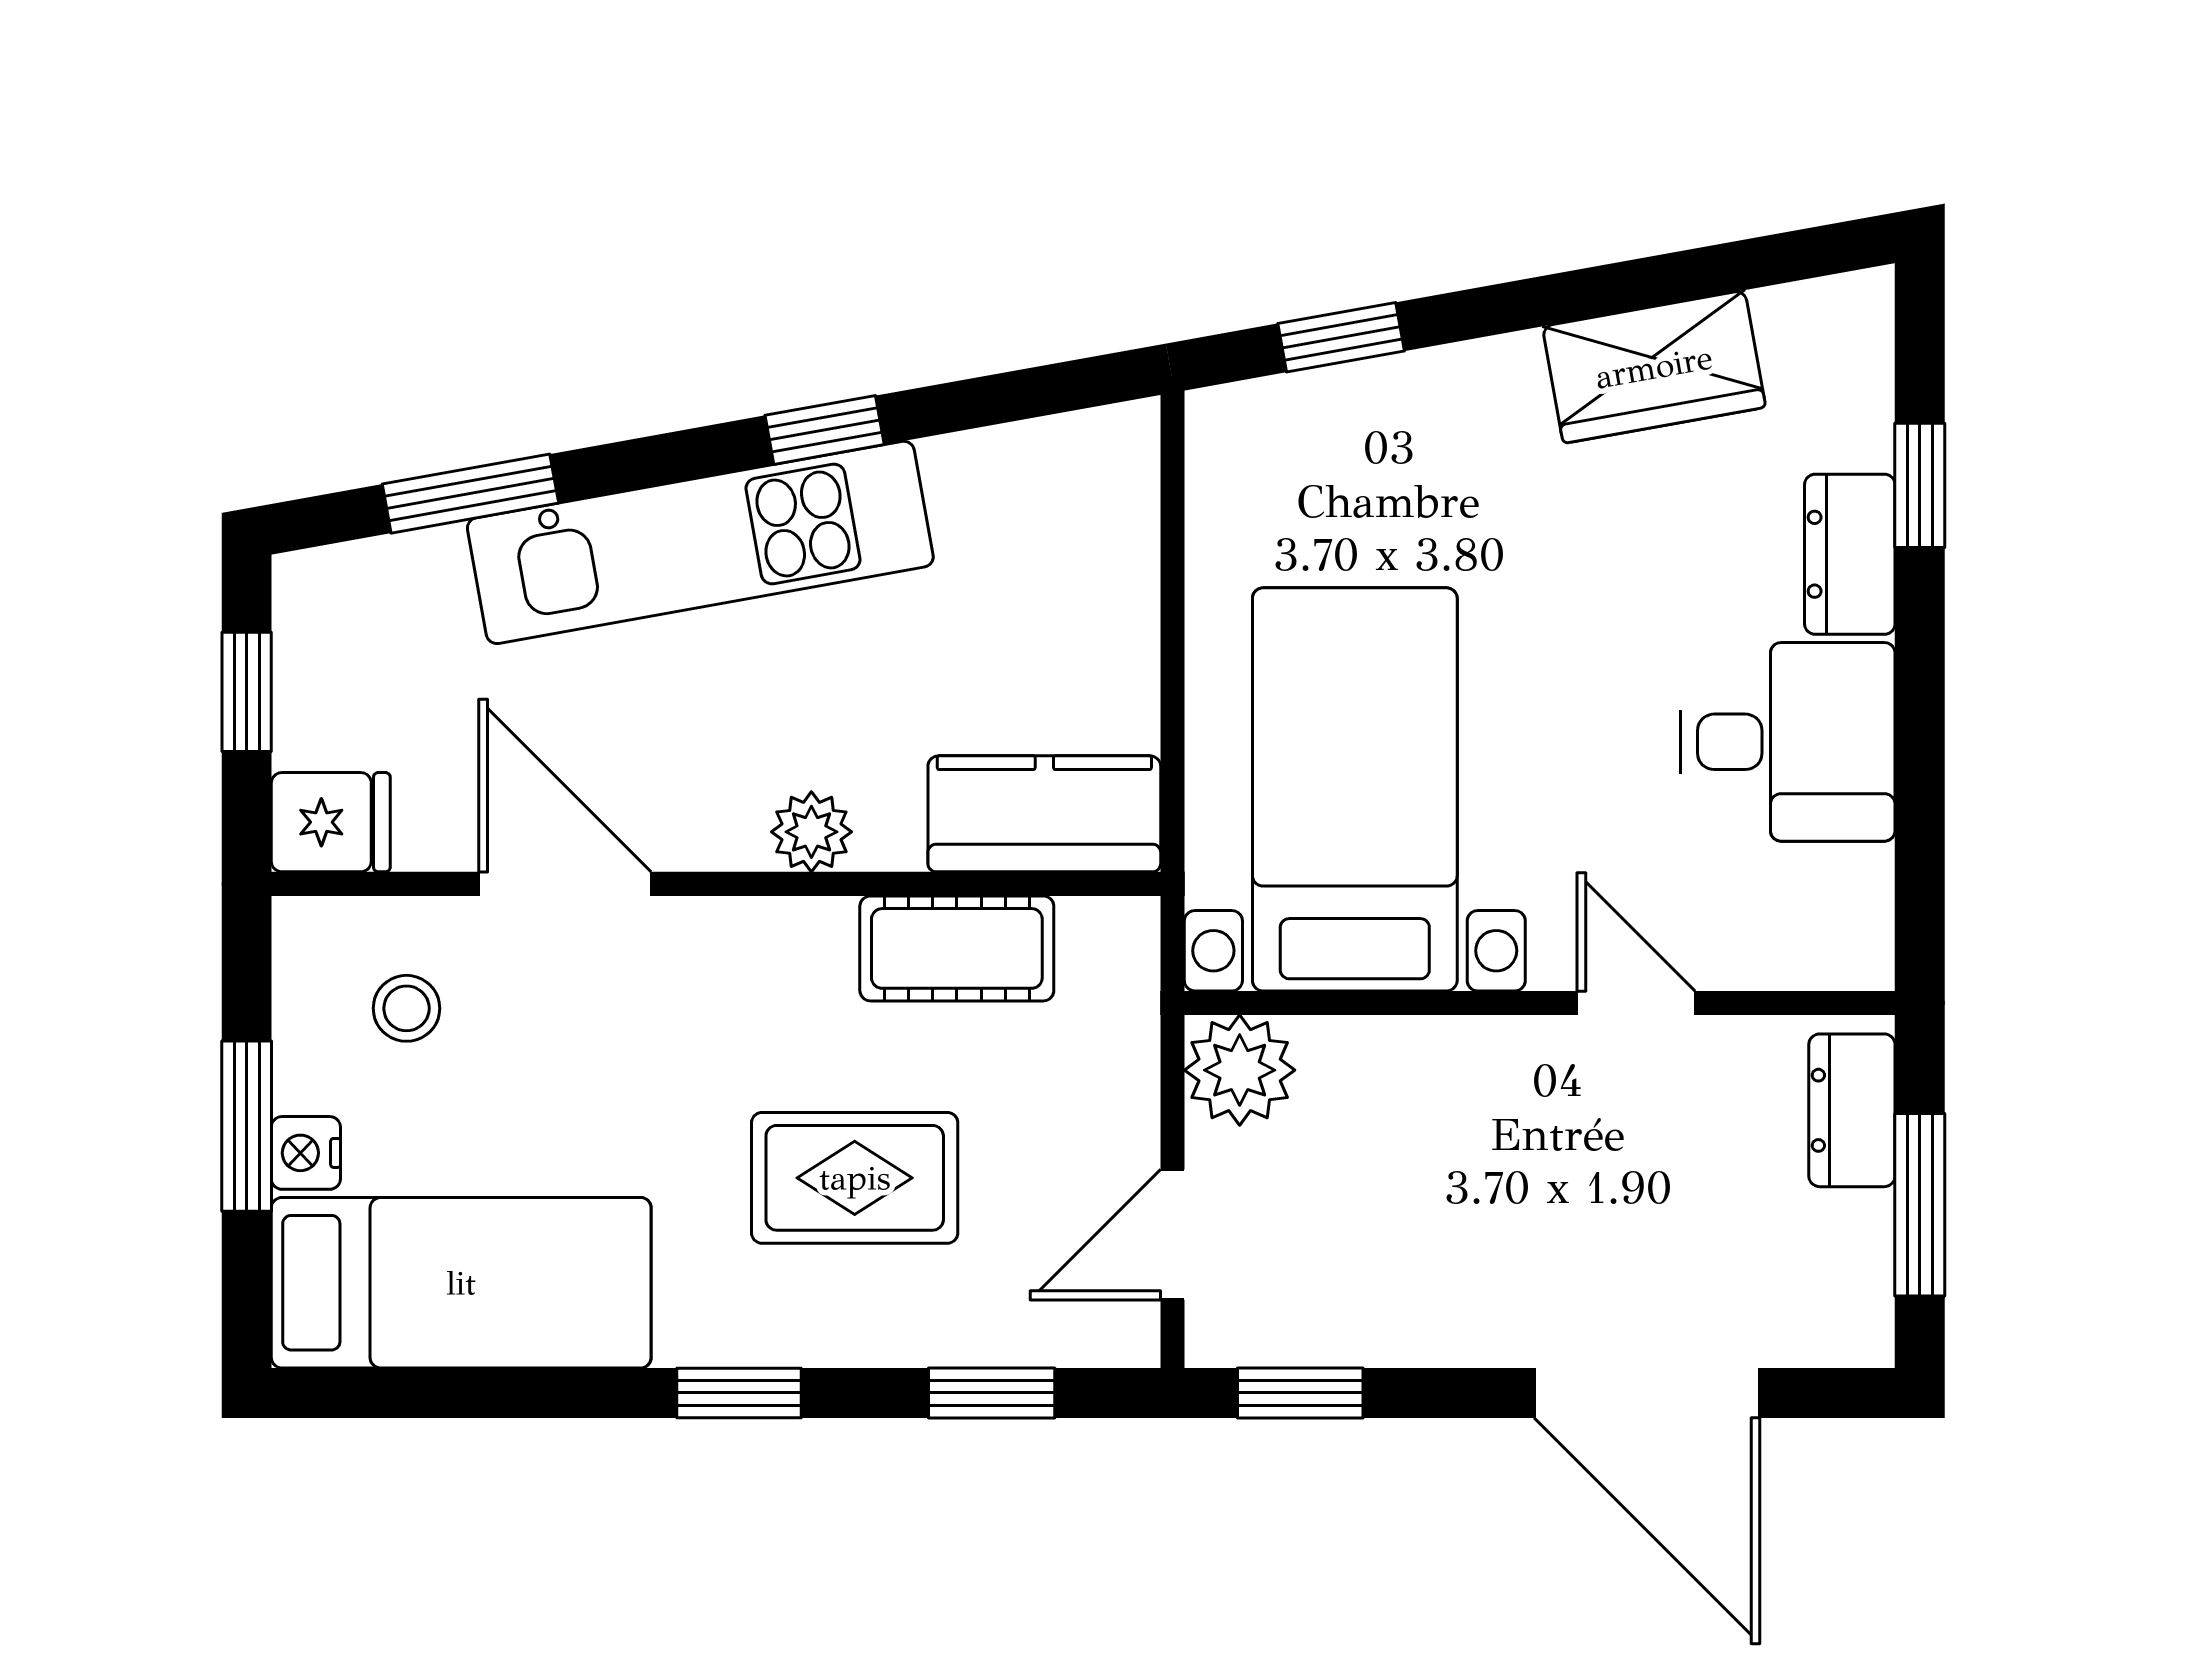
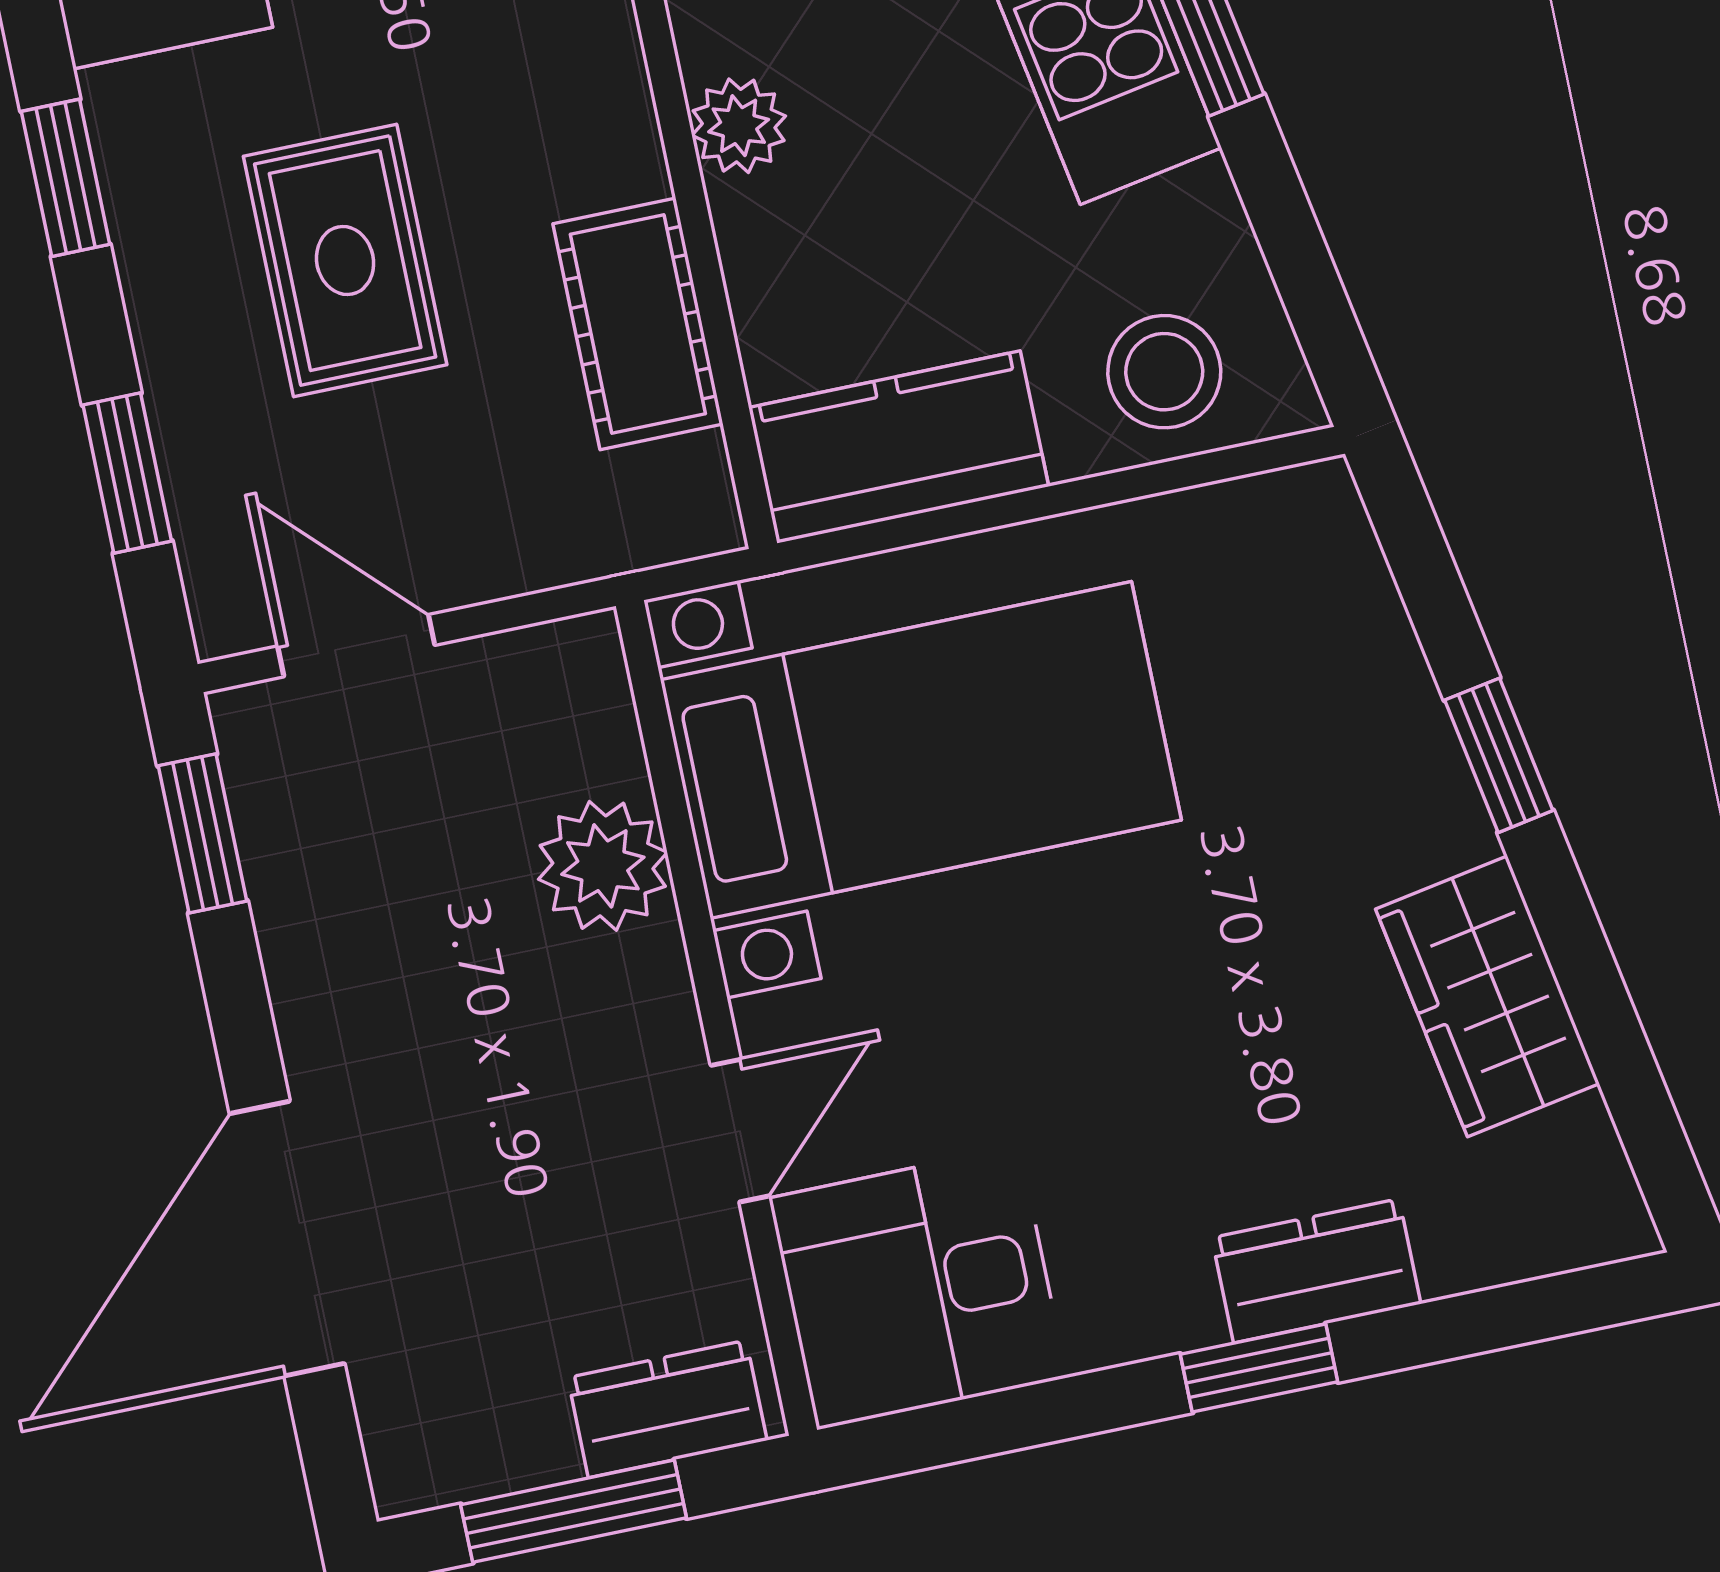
window: (1341, 337) -> (1499, 755), moved
window: (1920, 485) -> (1259, 1368), moved
stool: (1086, 525) -> (1164, 372), added
desk: (1788, 742) -> (918, 1288), moved, turned 90
kitchen counter: (1044, 814) -> (899, 447), moved, turned -90
plant: (1240, 1070) -> (603, 866), moved

